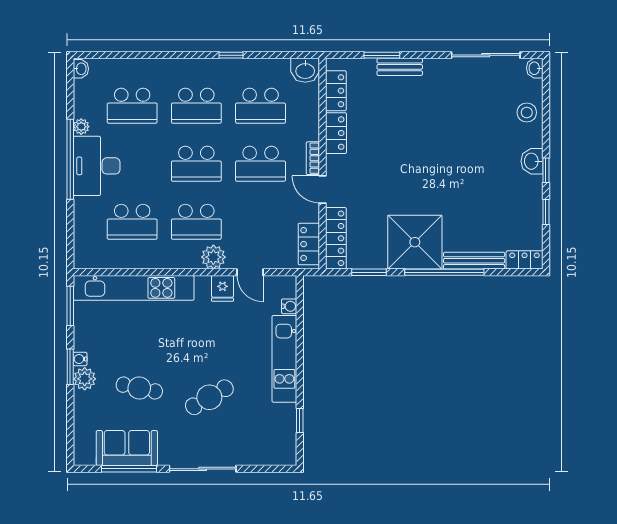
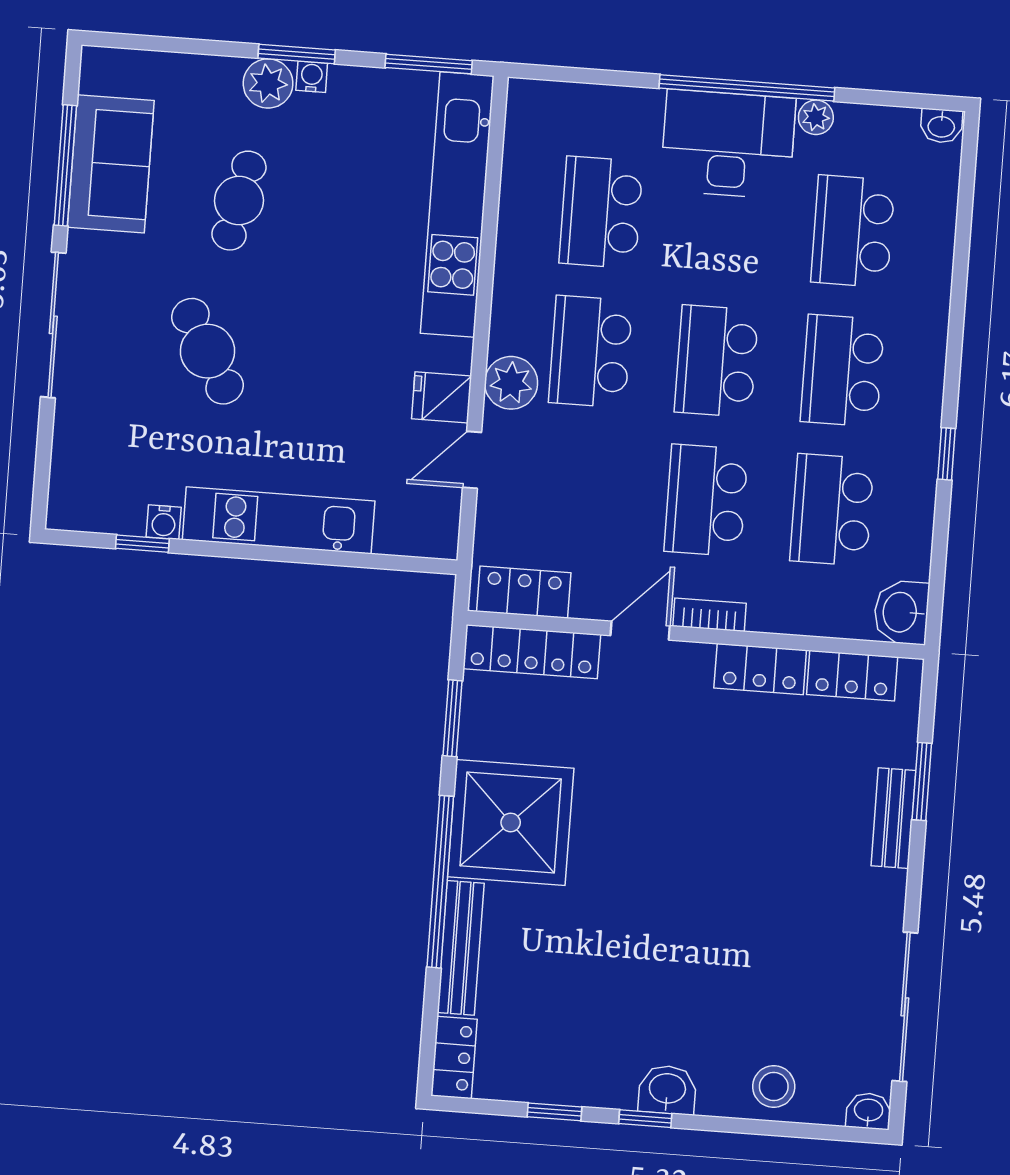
water cooler: (289, 306) -> (164, 522), moved

